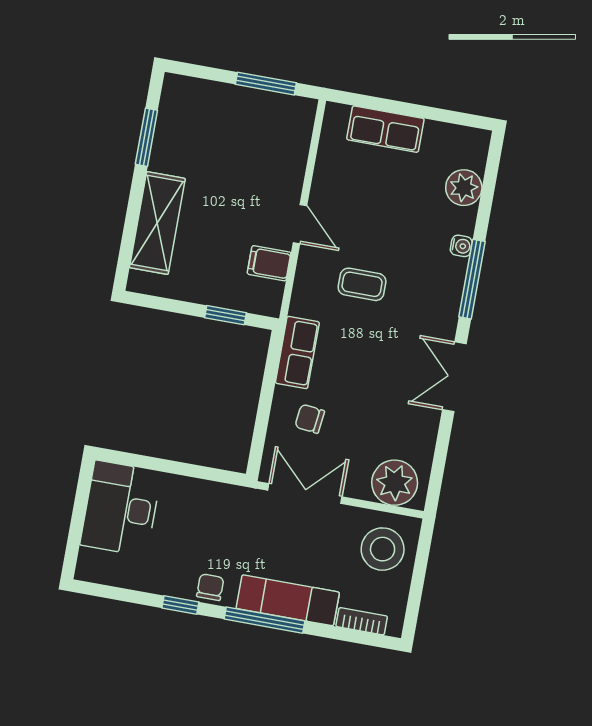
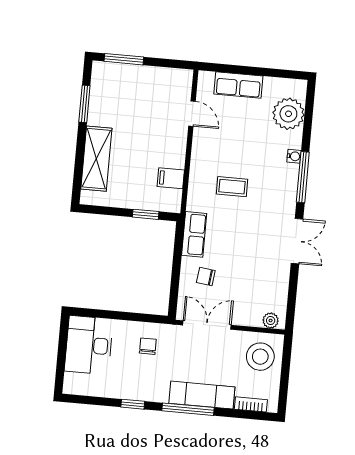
window: (266, 84) -> (124, 59), moved
plant: (464, 188) -> (288, 114), width x1.36, depth x1.36
door: (300, 224) -> (192, 114), moved
double door: (454, 377) -> (297, 241), swing flipped
plant: (395, 483) -> (271, 320), width x0.53, depth x0.53
chair: (210, 587) -> (148, 346), moved

